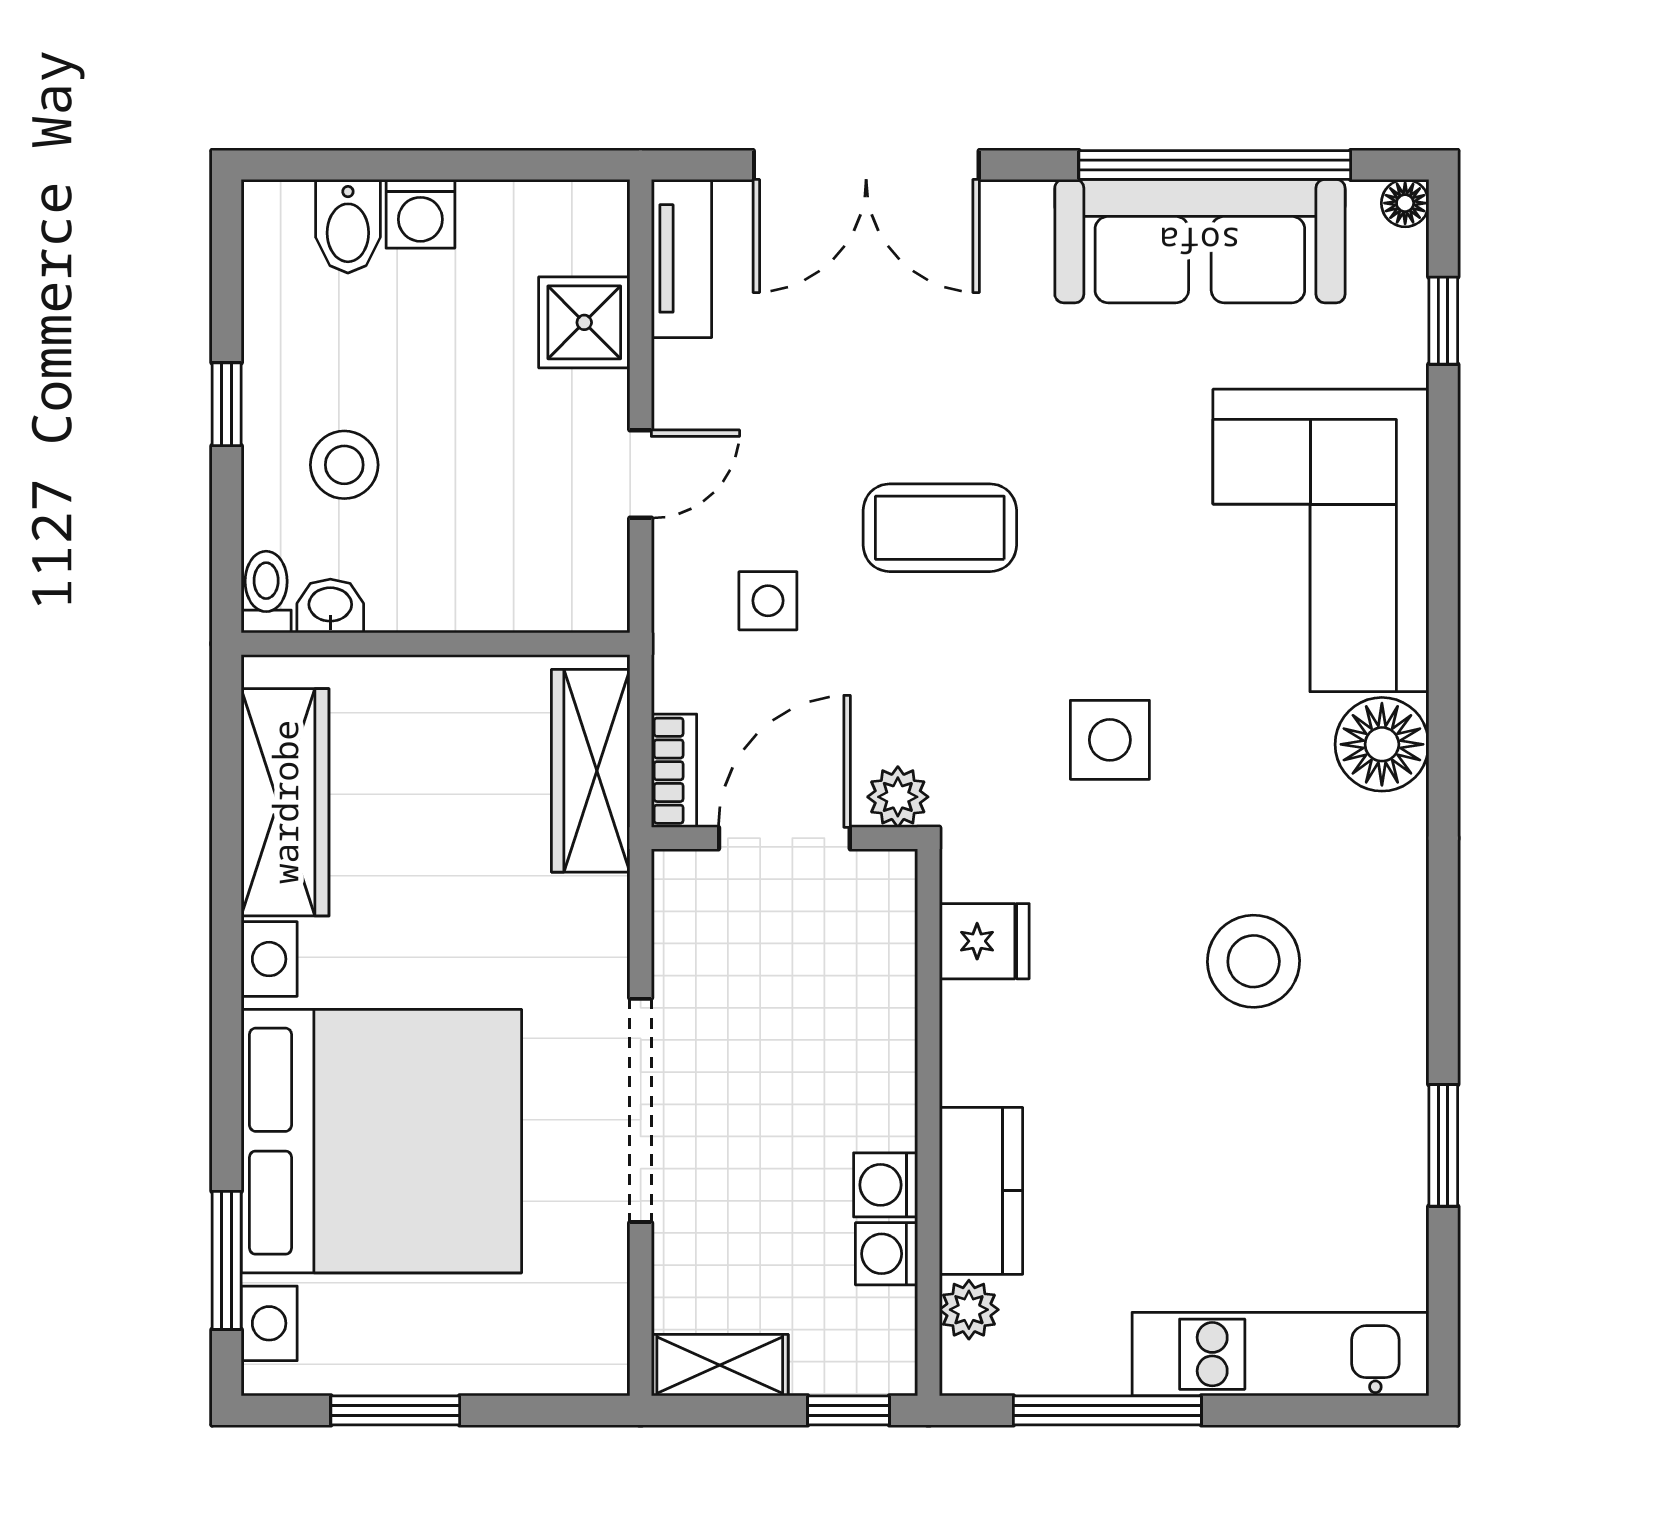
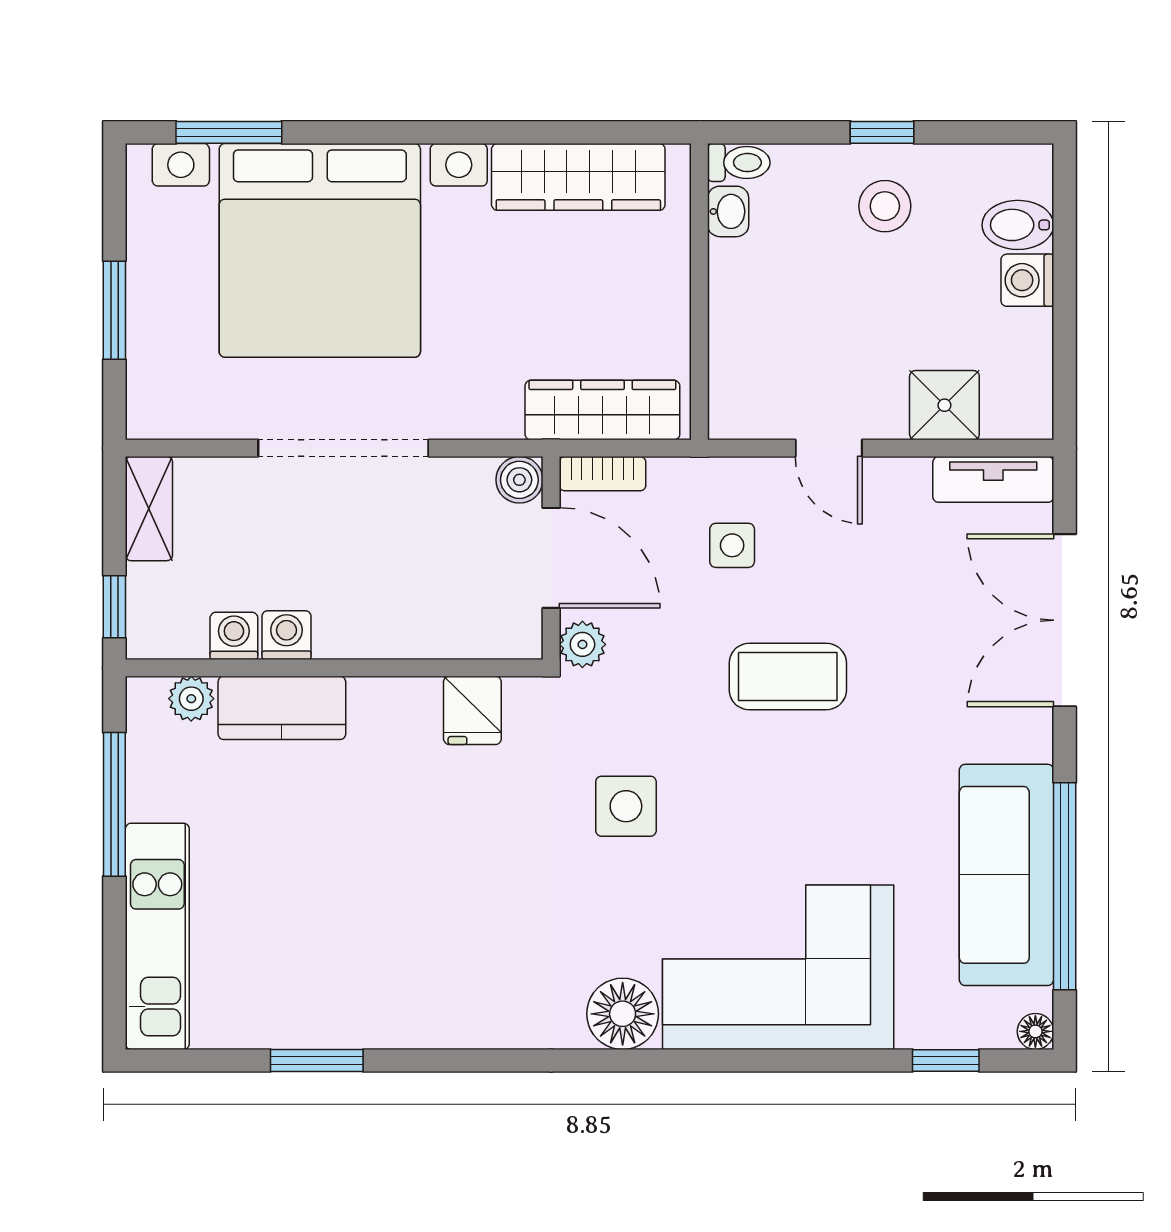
stool: (344, 465) -> (885, 206), moved
coffee table: (940, 528) -> (788, 677), turned 90
boiler: (682, 880) -> (519, 480), added
stool: (1254, 961) -> (457, 916), removed
window: (395, 1410) -> (114, 310), moved

